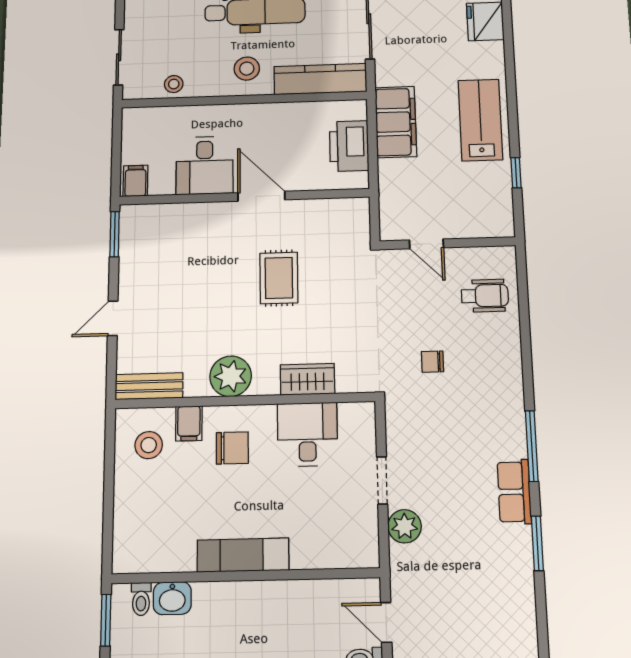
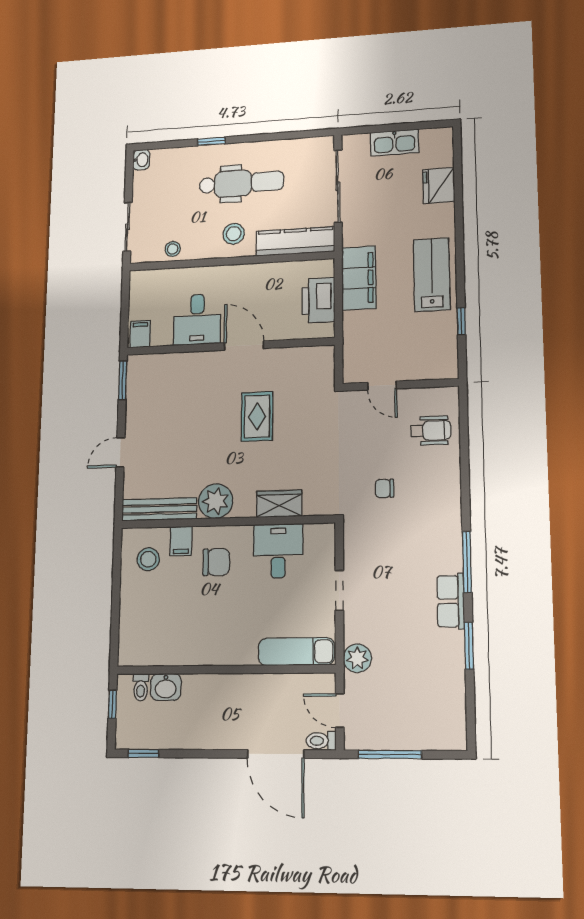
bench: (149, 386) -> (159, 509), width x1.36
plant: (405, 526) -> (357, 658), moved
exam couch: (243, 555) -> (296, 652), moved
window: (106, 620) -> (112, 704), width x0.67

